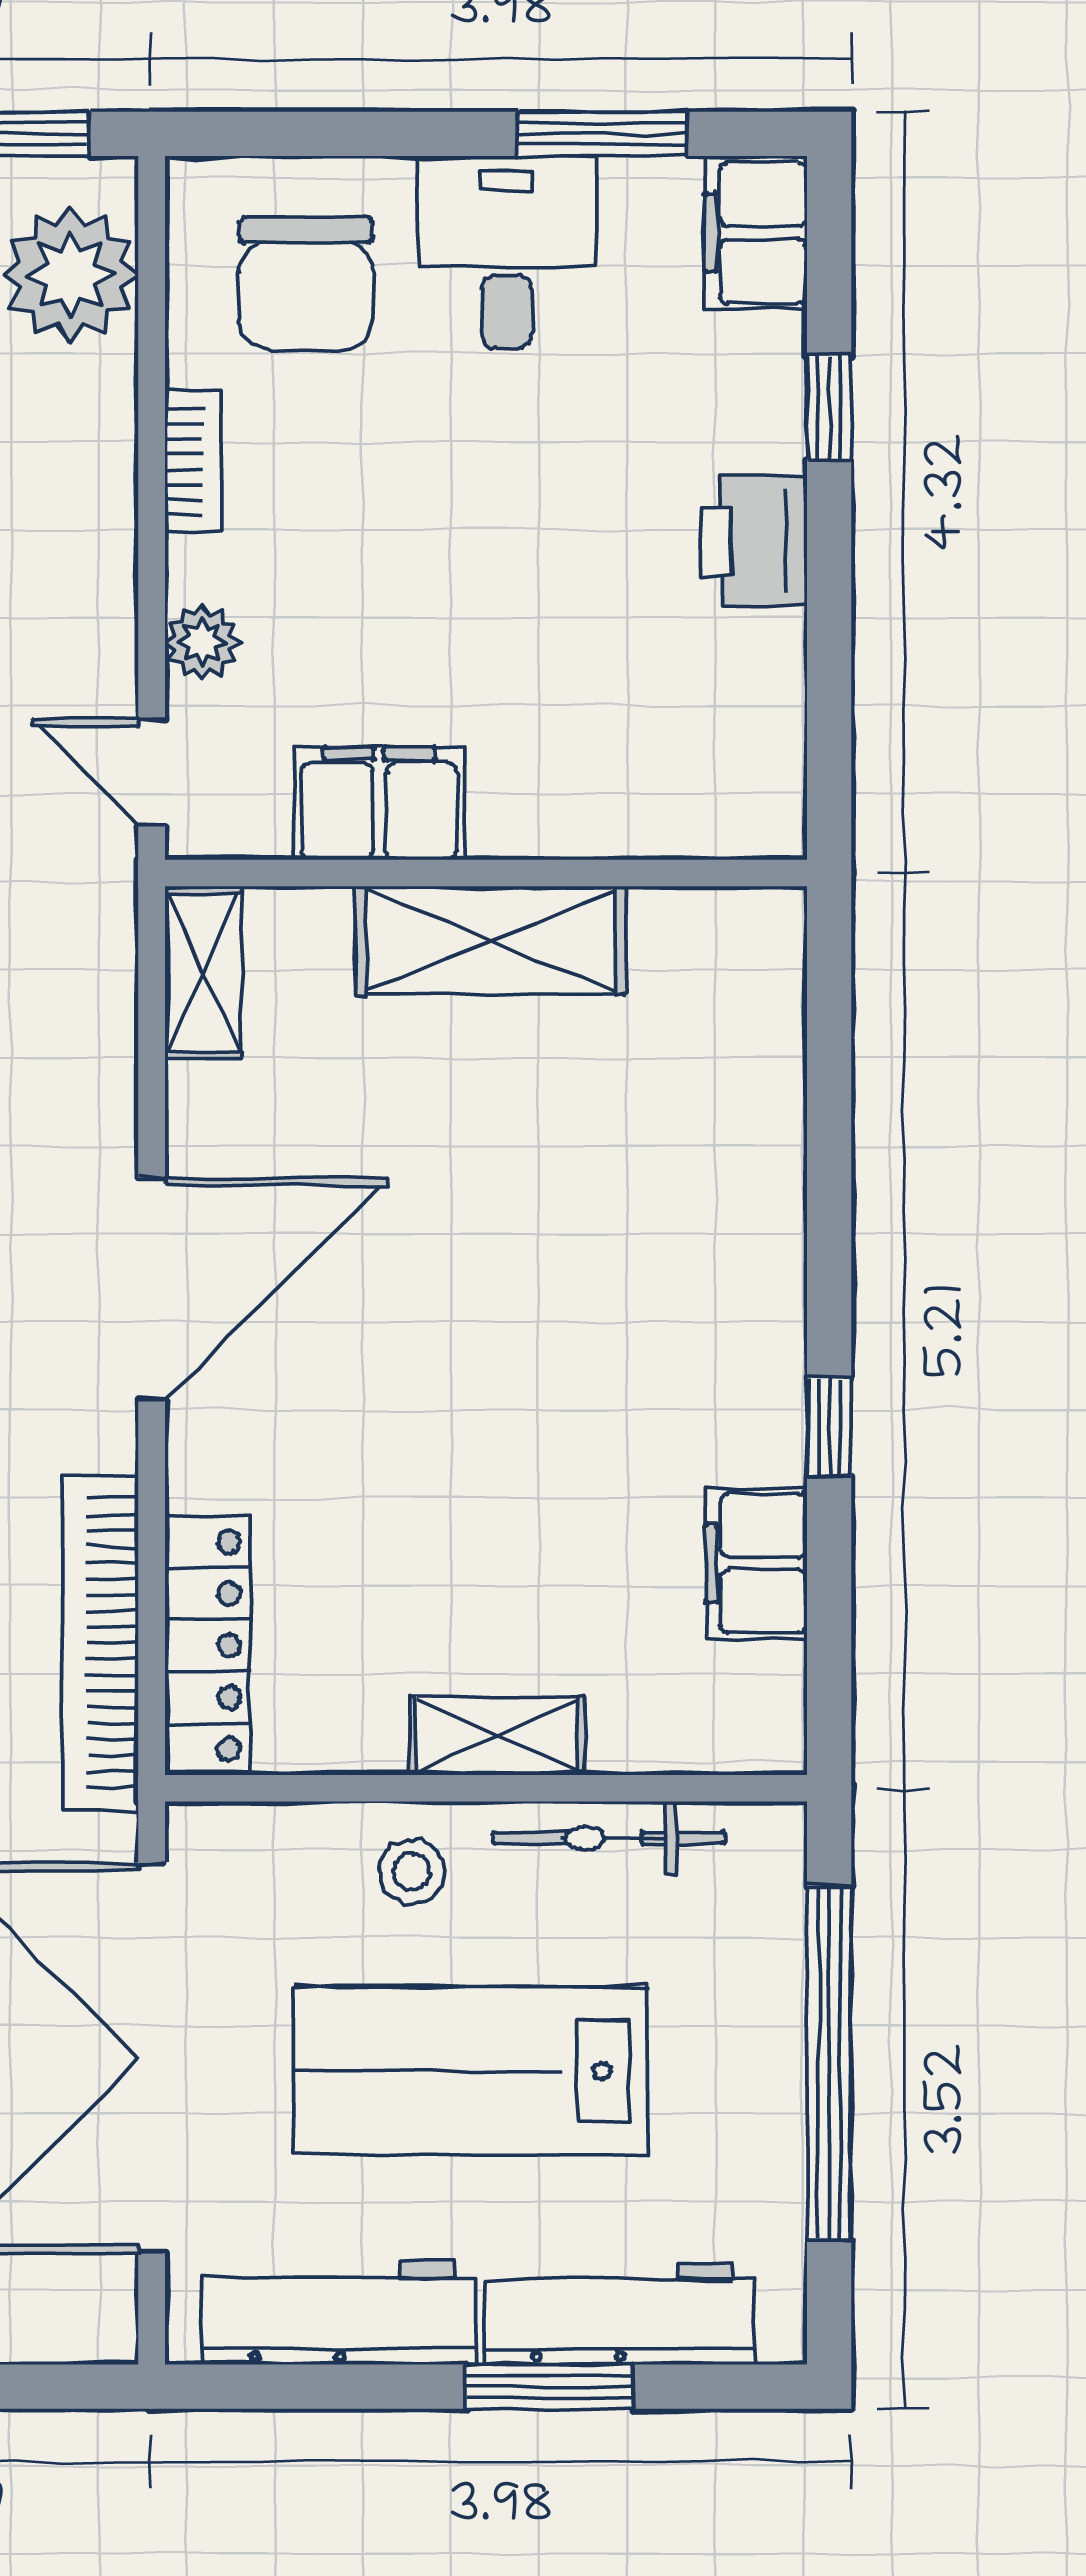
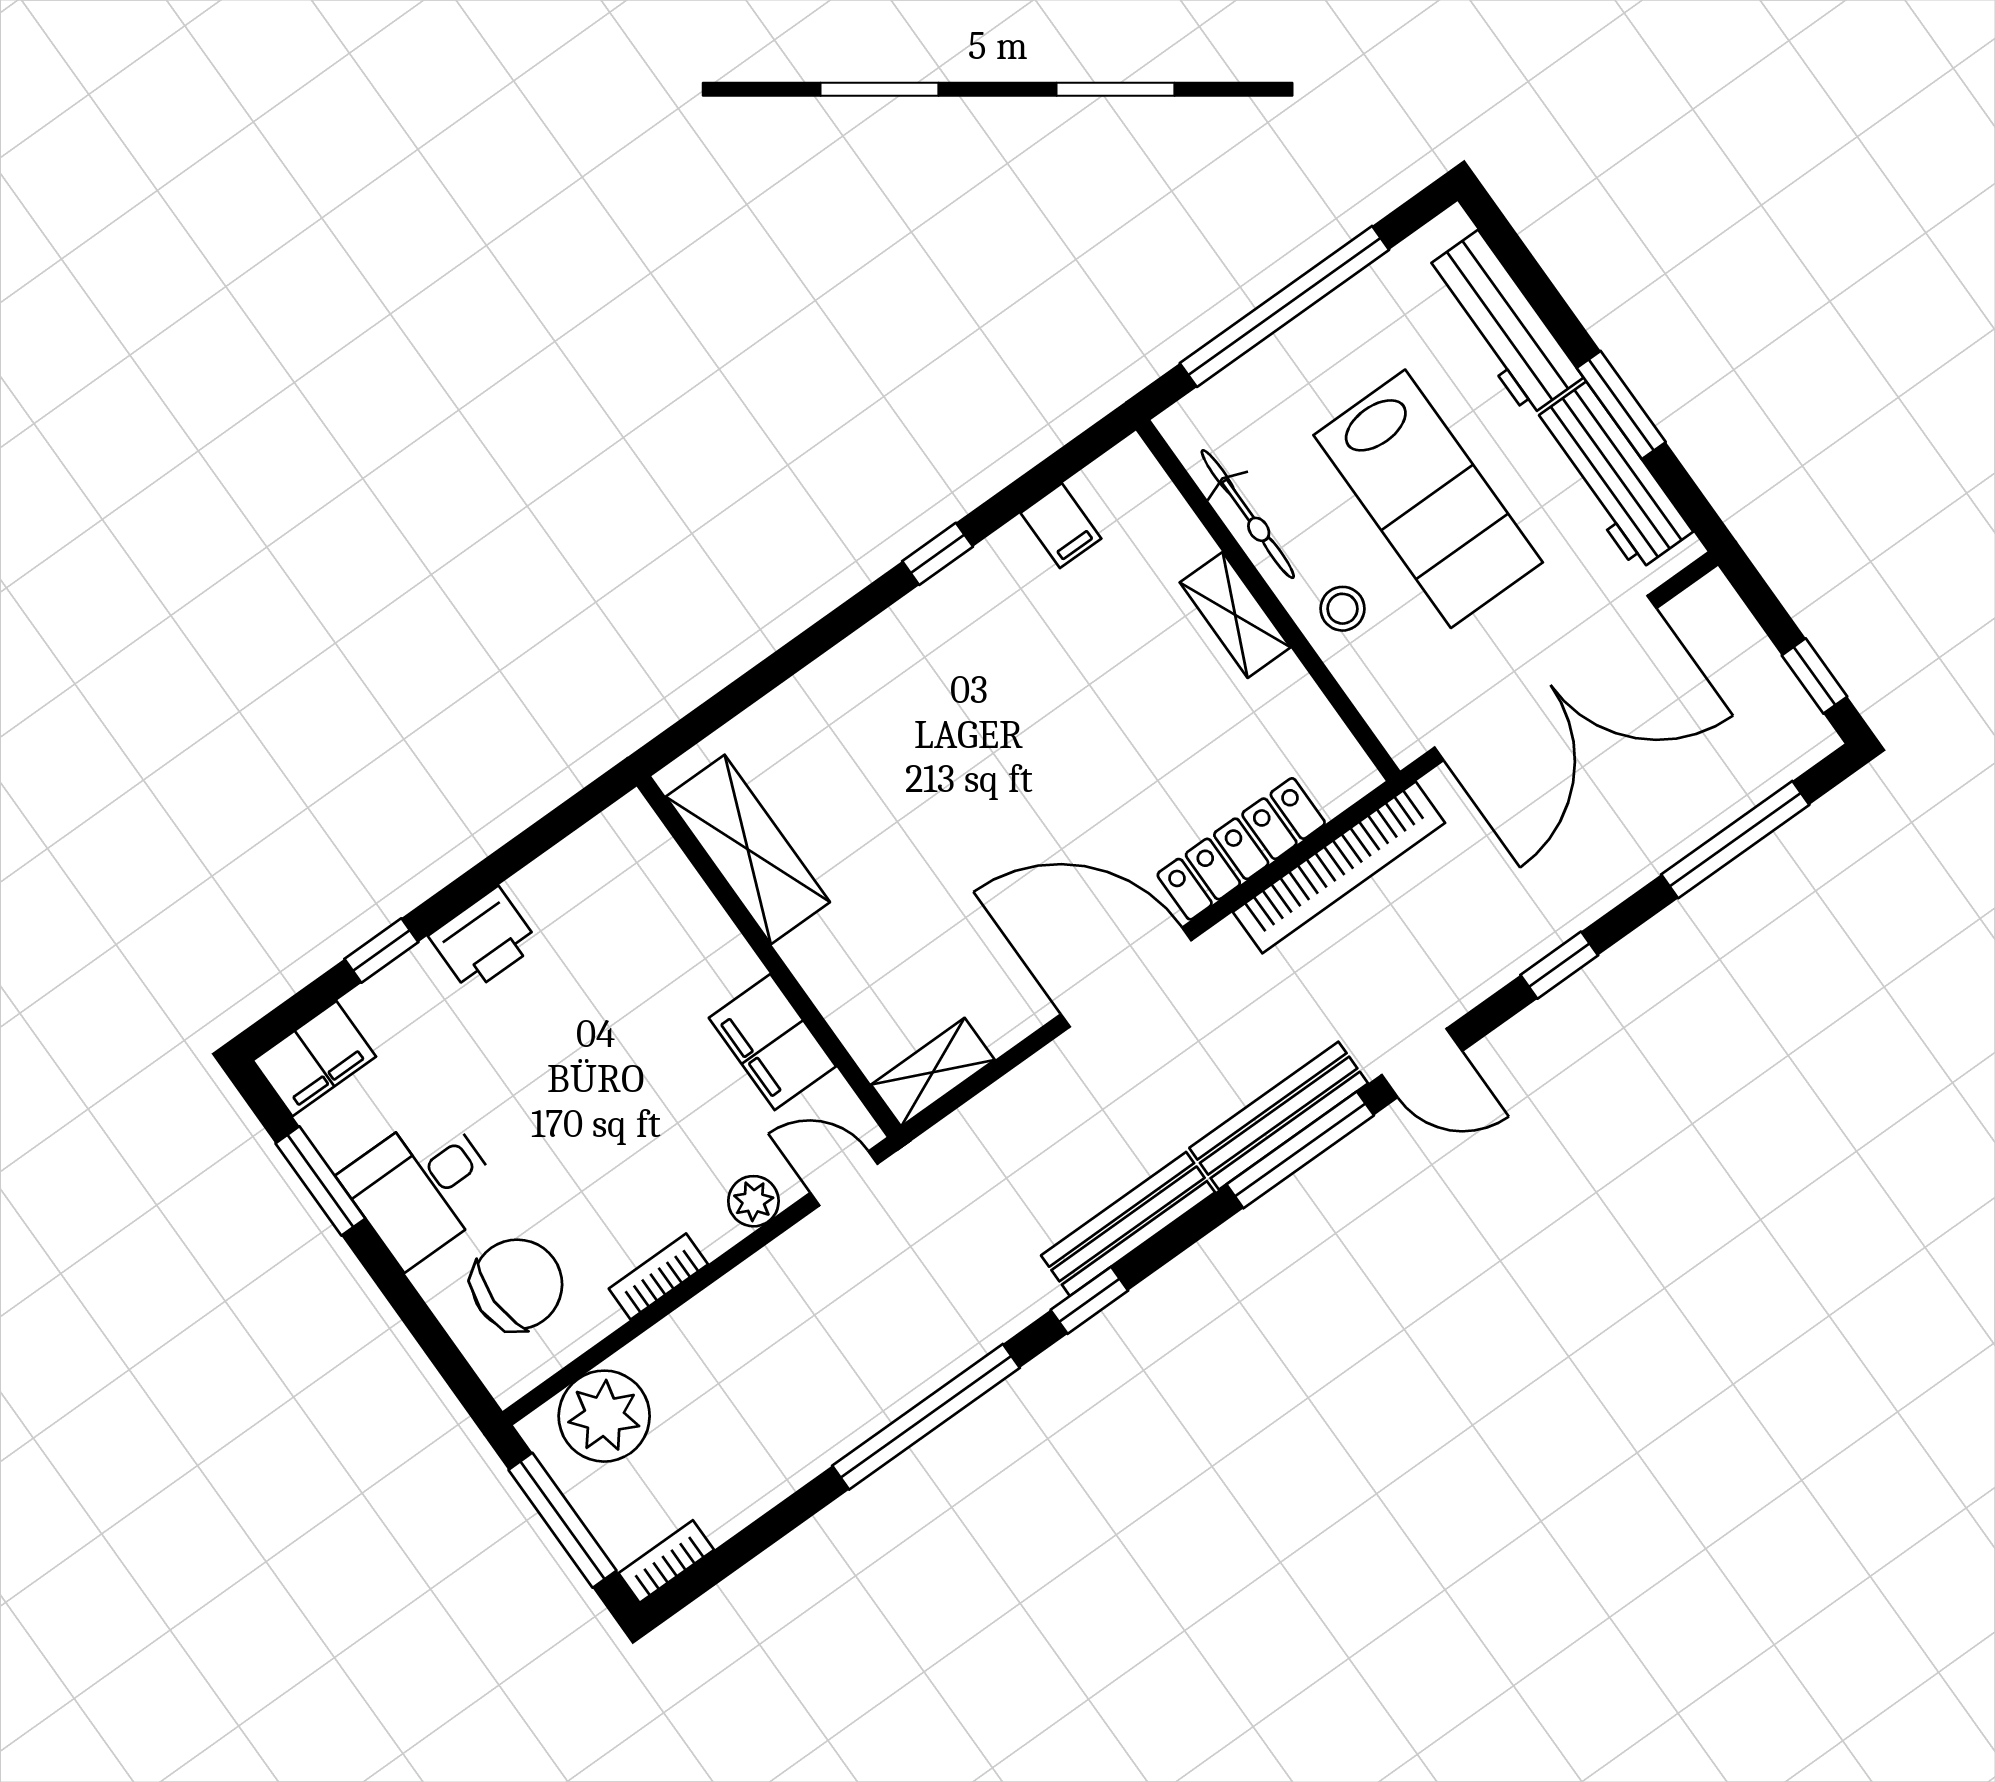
door: (152, 772) -> (844, 1178), swing flipped
shelving: (491, 940) -> (748, 849), moved
filing cabinet: (756, 1563) -> (1061, 526), width x0.50
locker: (208, 1646) -> (1241, 849), moved
window: (549, 2387) -> (1621, 405), moved

